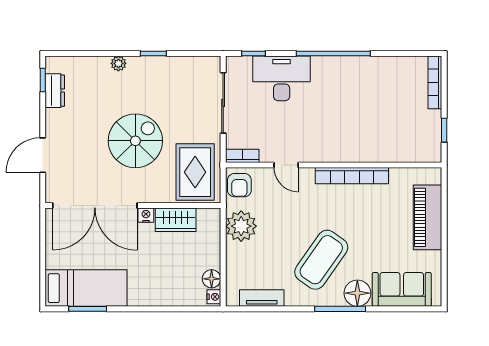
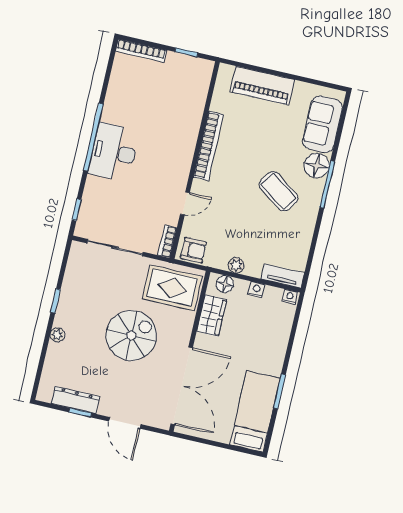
desk: (282, 78) -> (114, 152), moved
window: (43, 80) -> (80, 413), moved
dresser: (55, 91) -> (75, 400), width x1.44
spiral stairs: (135, 141) -> (131, 336), turned 90
nightstand: (146, 215) -> (256, 290), moved, turned 90
plant: (241, 226) -> (236, 265), width x0.53, depth x0.53
coffee table: (321, 260) -> (279, 191), width x0.73, depth x0.76
floor lamp: (212, 279) -> (225, 284), moved
tv unit: (262, 298) -> (283, 276), moved, turned 90
window: (88, 309) -> (280, 391), moved

